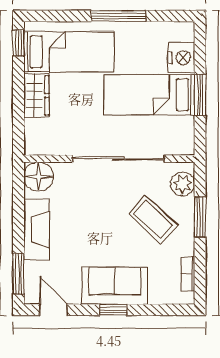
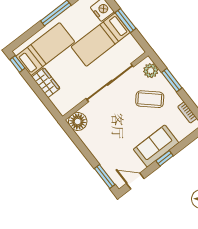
fireplace: (37, 230) -> (97, 148), removed

